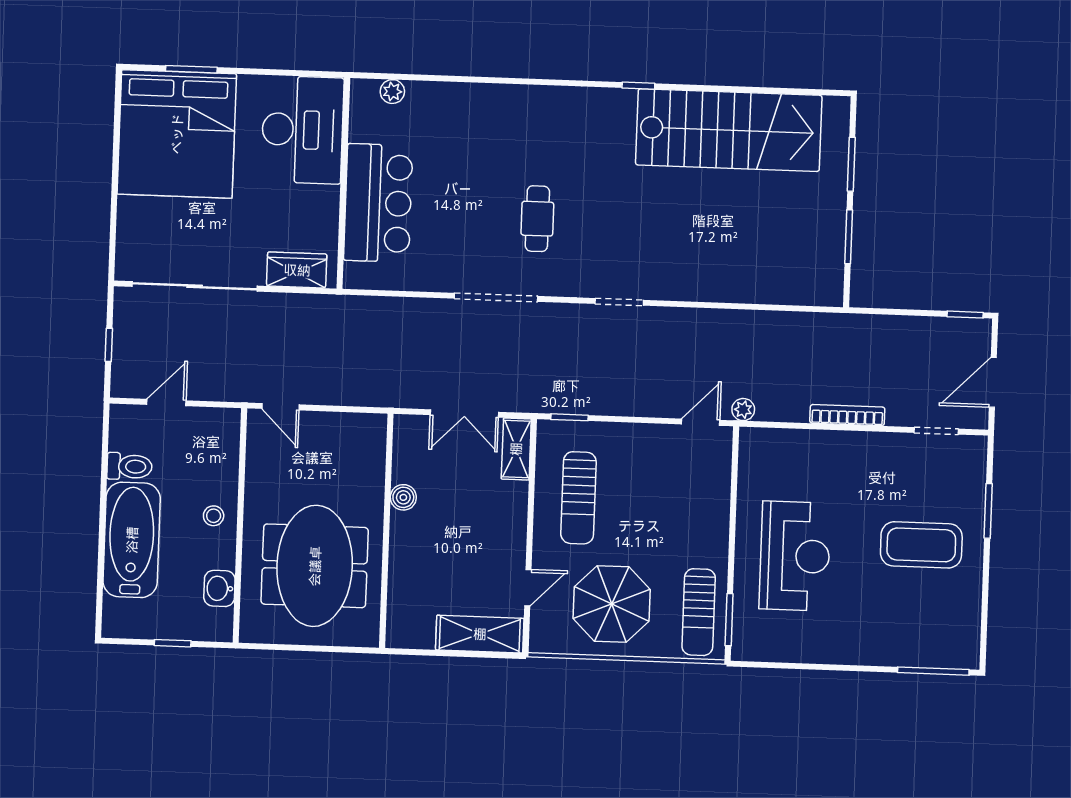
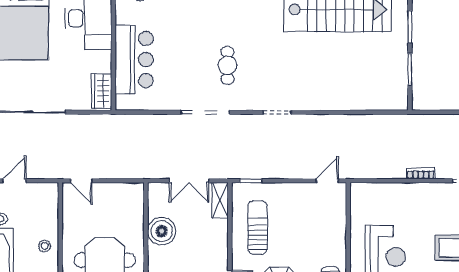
wardrobe: (297, 270) -> (102, 91), moved, turned -90
plant: (743, 410) -> (352, 172), removed
bookcase: (847, 415) -> (421, 173), width x0.64
boiler: (403, 497) -> (162, 231), width x1.86, depth x1.86
sun lounger: (578, 498) -> (258, 228), turned 180

